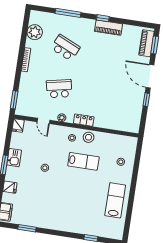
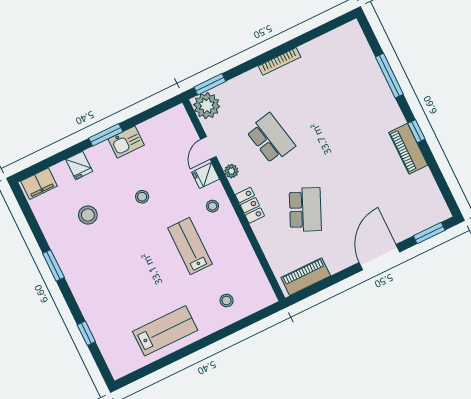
plant: (35, 32) -> (207, 106), moved
piano: (146, 43) -> (306, 277), moved
school desk: (65, 48) -> (305, 209), moved
window: (146, 100) -> (342, 275), removed
fridge: (18, 126) -> (206, 176), moved
stool: (89, 137) -> (88, 215), moved
lab bench: (83, 161) -> (190, 246), turned 180
window: (27, 228) -> (53, 265), moved

